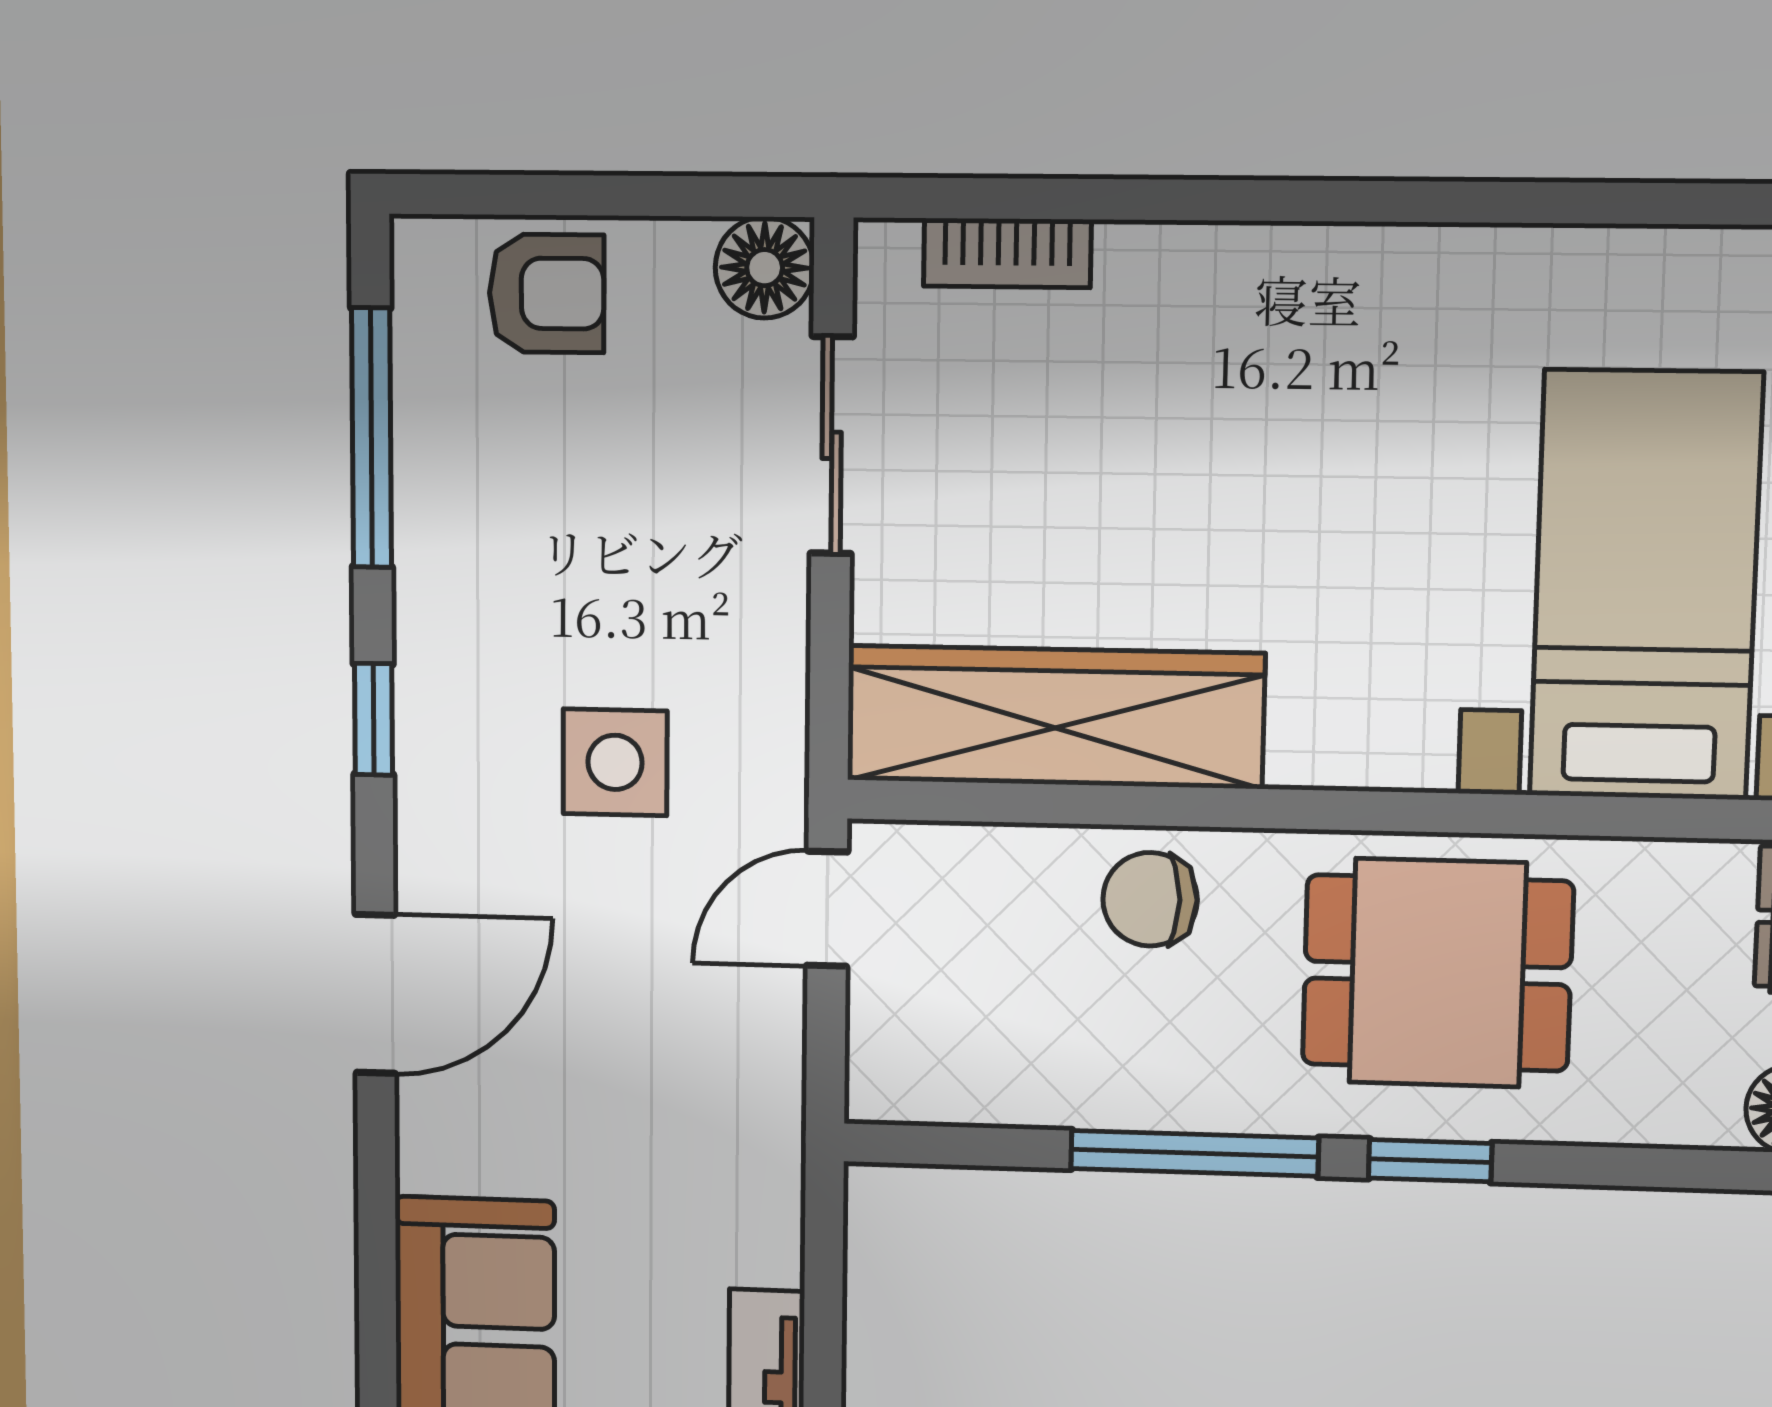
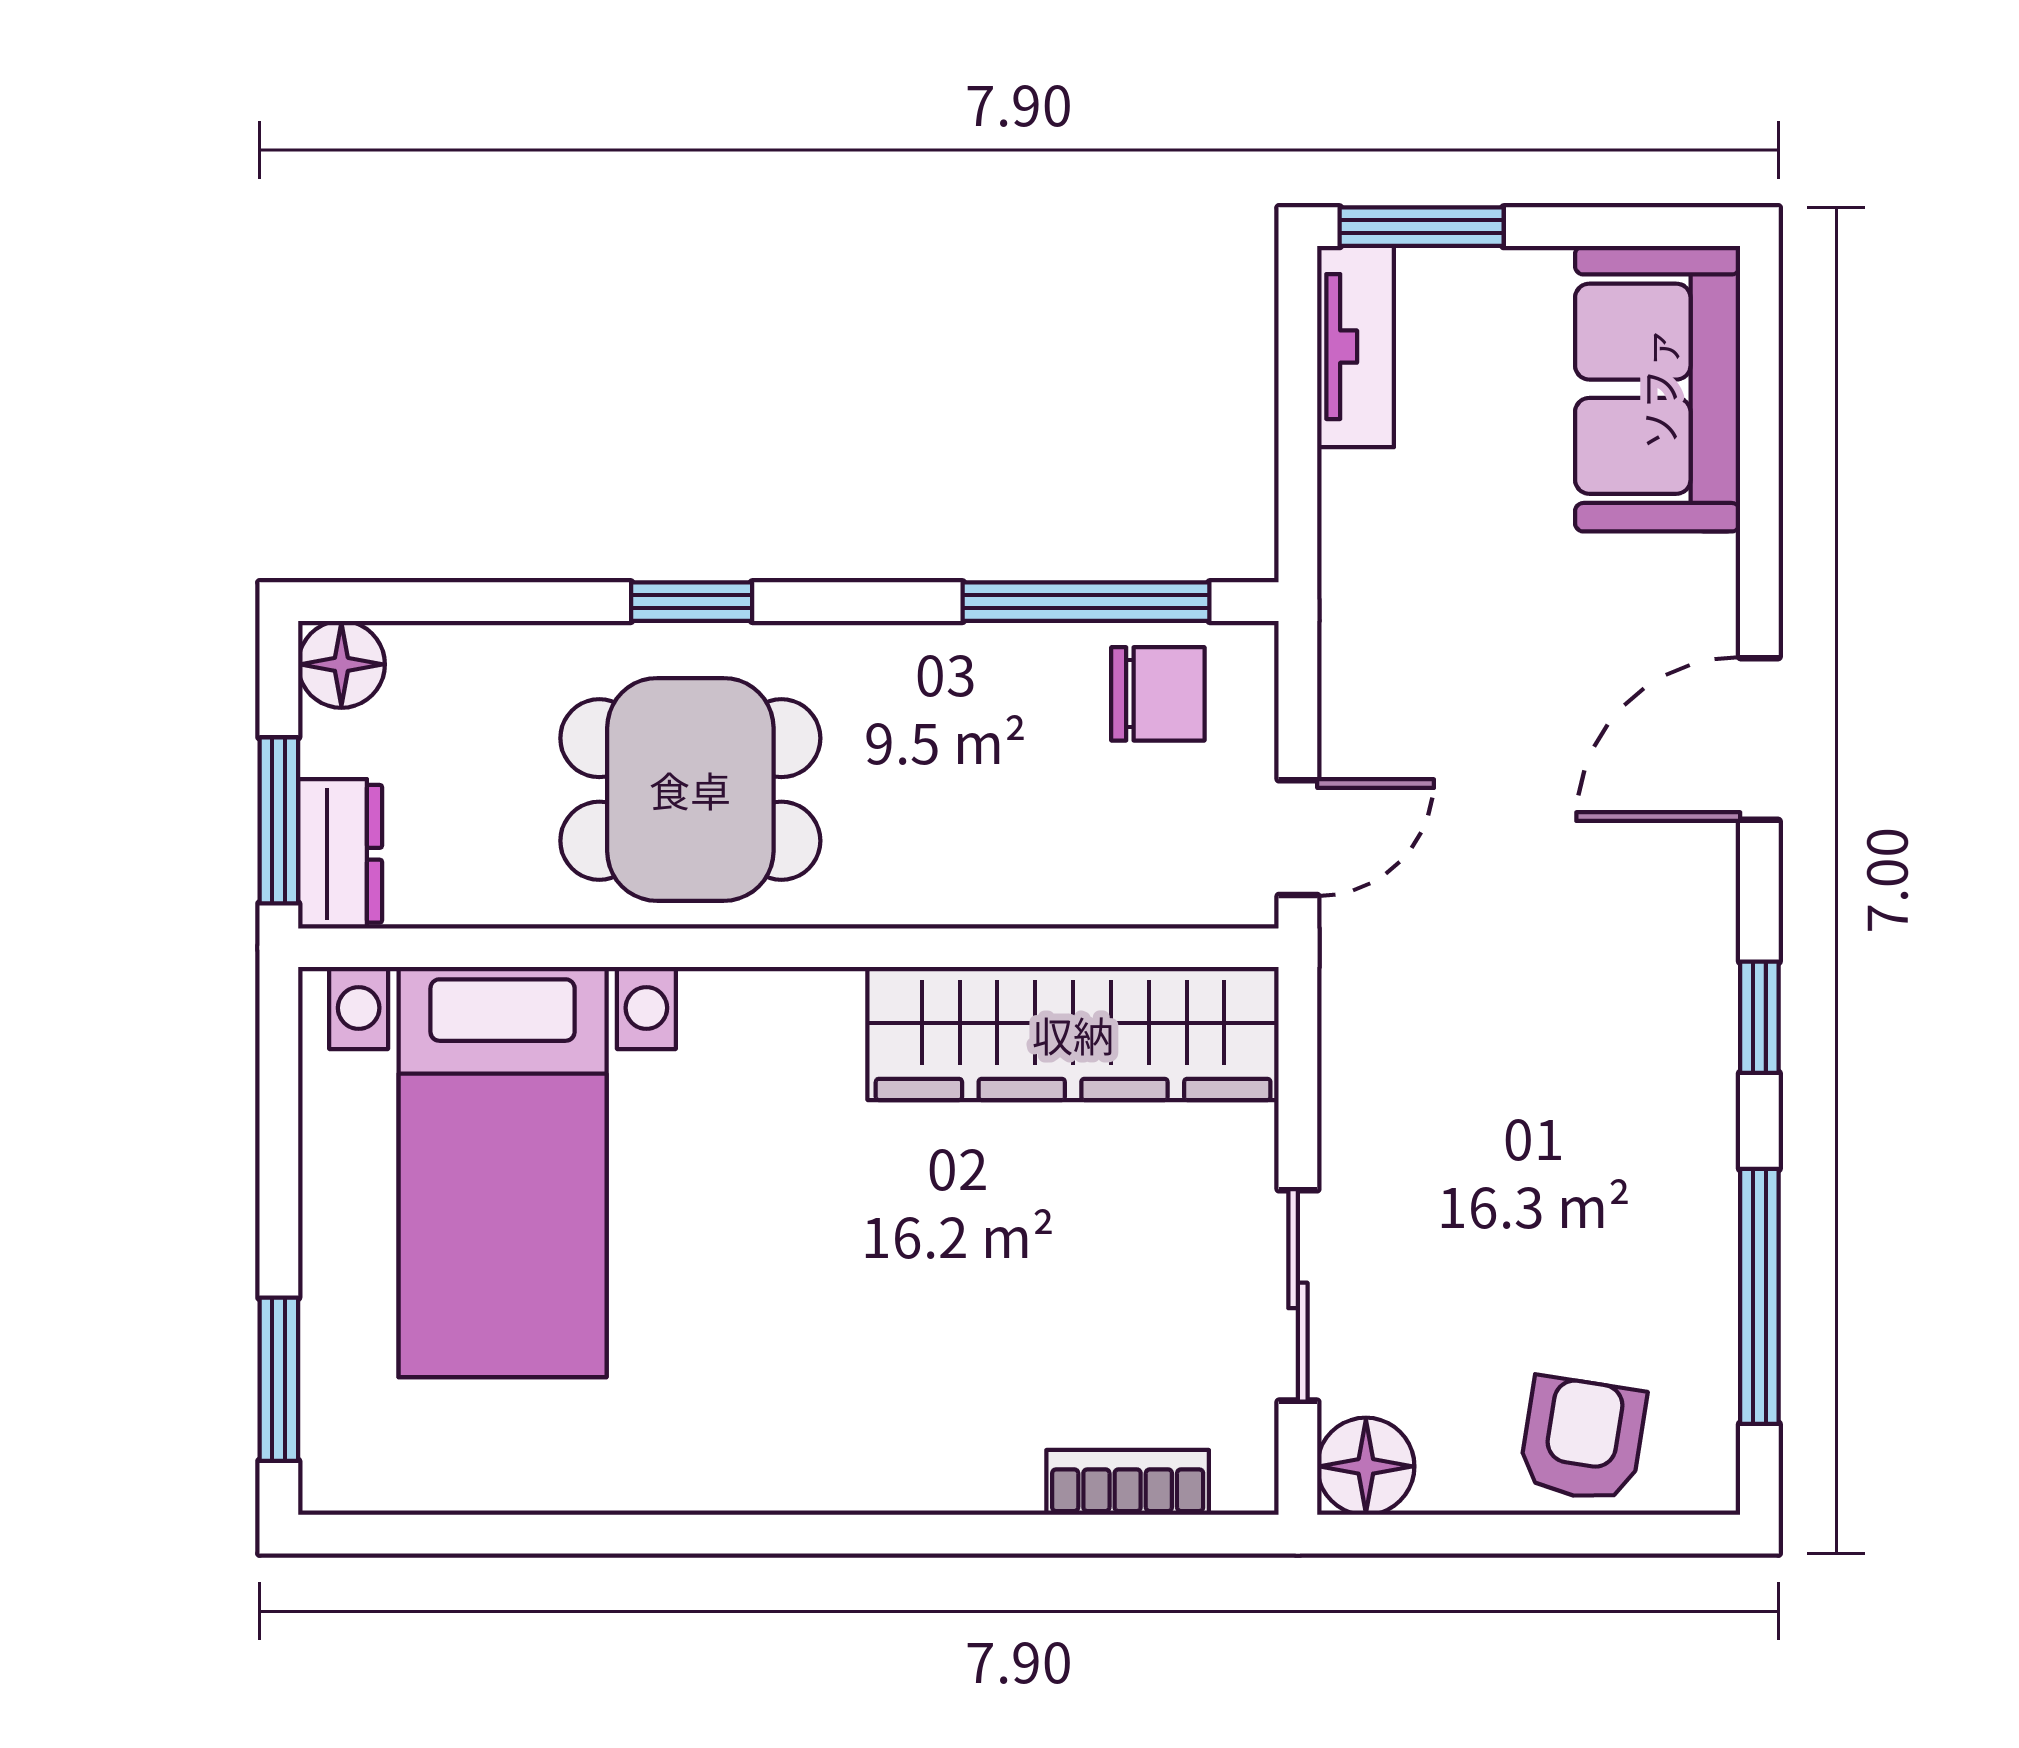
armchair: (547, 293) -> (1582, 1439), turned 99
side table: (615, 762) -> (1513, 979), removed
chair: (1150, 899) -> (1158, 694), moved
window: (1194, 1153) -> (1086, 602), moved

